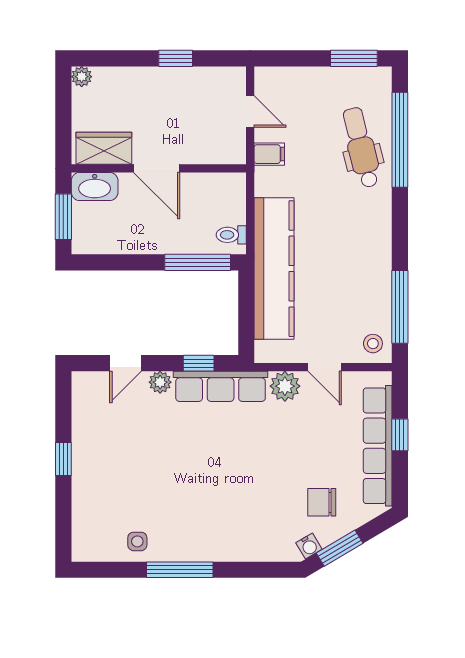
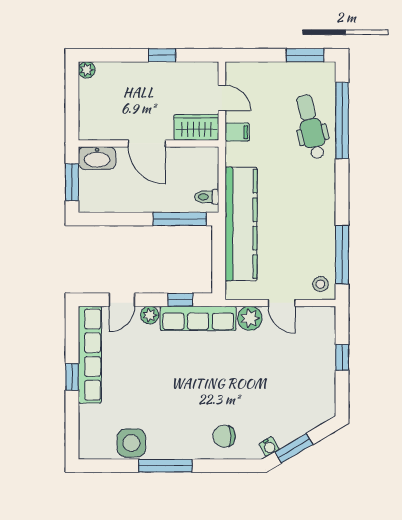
wardrobe: (104, 148) -> (196, 127), moved
row of seats: (378, 446) -> (90, 355), moved, turned 180
chair: (322, 502) -> (224, 436), moved
side table: (137, 541) -> (131, 443), width x1.87, depth x1.87

